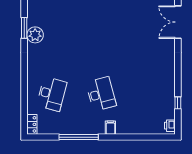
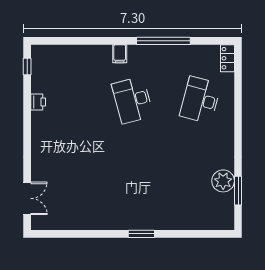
double door: (178, 22) -> (27, 198), width x0.73
window: (178, 103) -> (27, 66), moved
printer: (170, 126) -> (38, 102), moved

